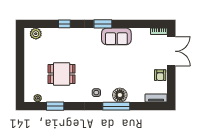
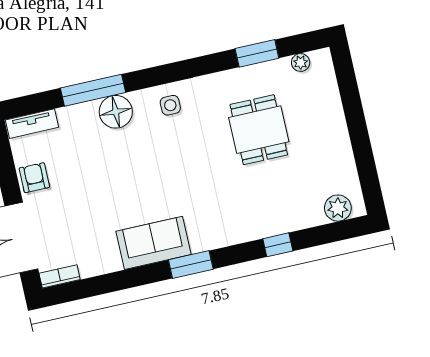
dining table: (62, 74) -> (259, 130), turned 90
window: (116, 106) -> (93, 90), moved

